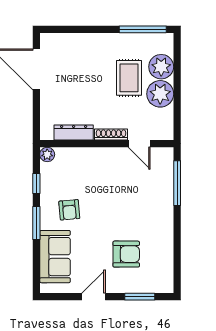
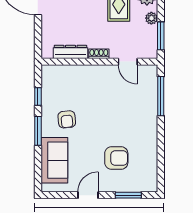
plant: (160, 94) -> (151, 18), width x0.53, depth x0.53
window: (177, 114) -> (161, 36), added
shoe rack: (111, 135) -> (99, 54), width x0.70
plant: (47, 154) -> (47, 71), removed

